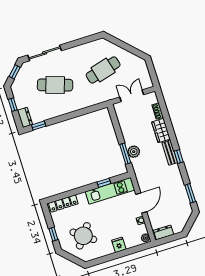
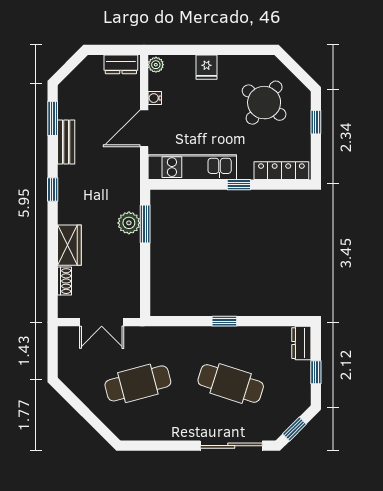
window: (39, 126) -> (224, 321), moved
bench: (170, 153) -> (66, 142), moved
window: (104, 183) -> (239, 185), moved

